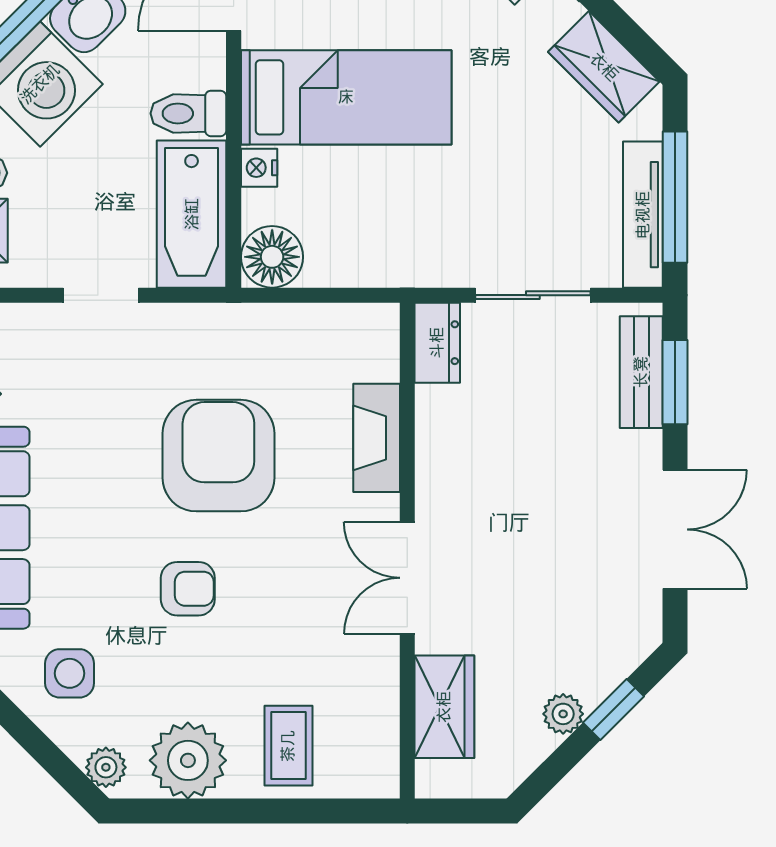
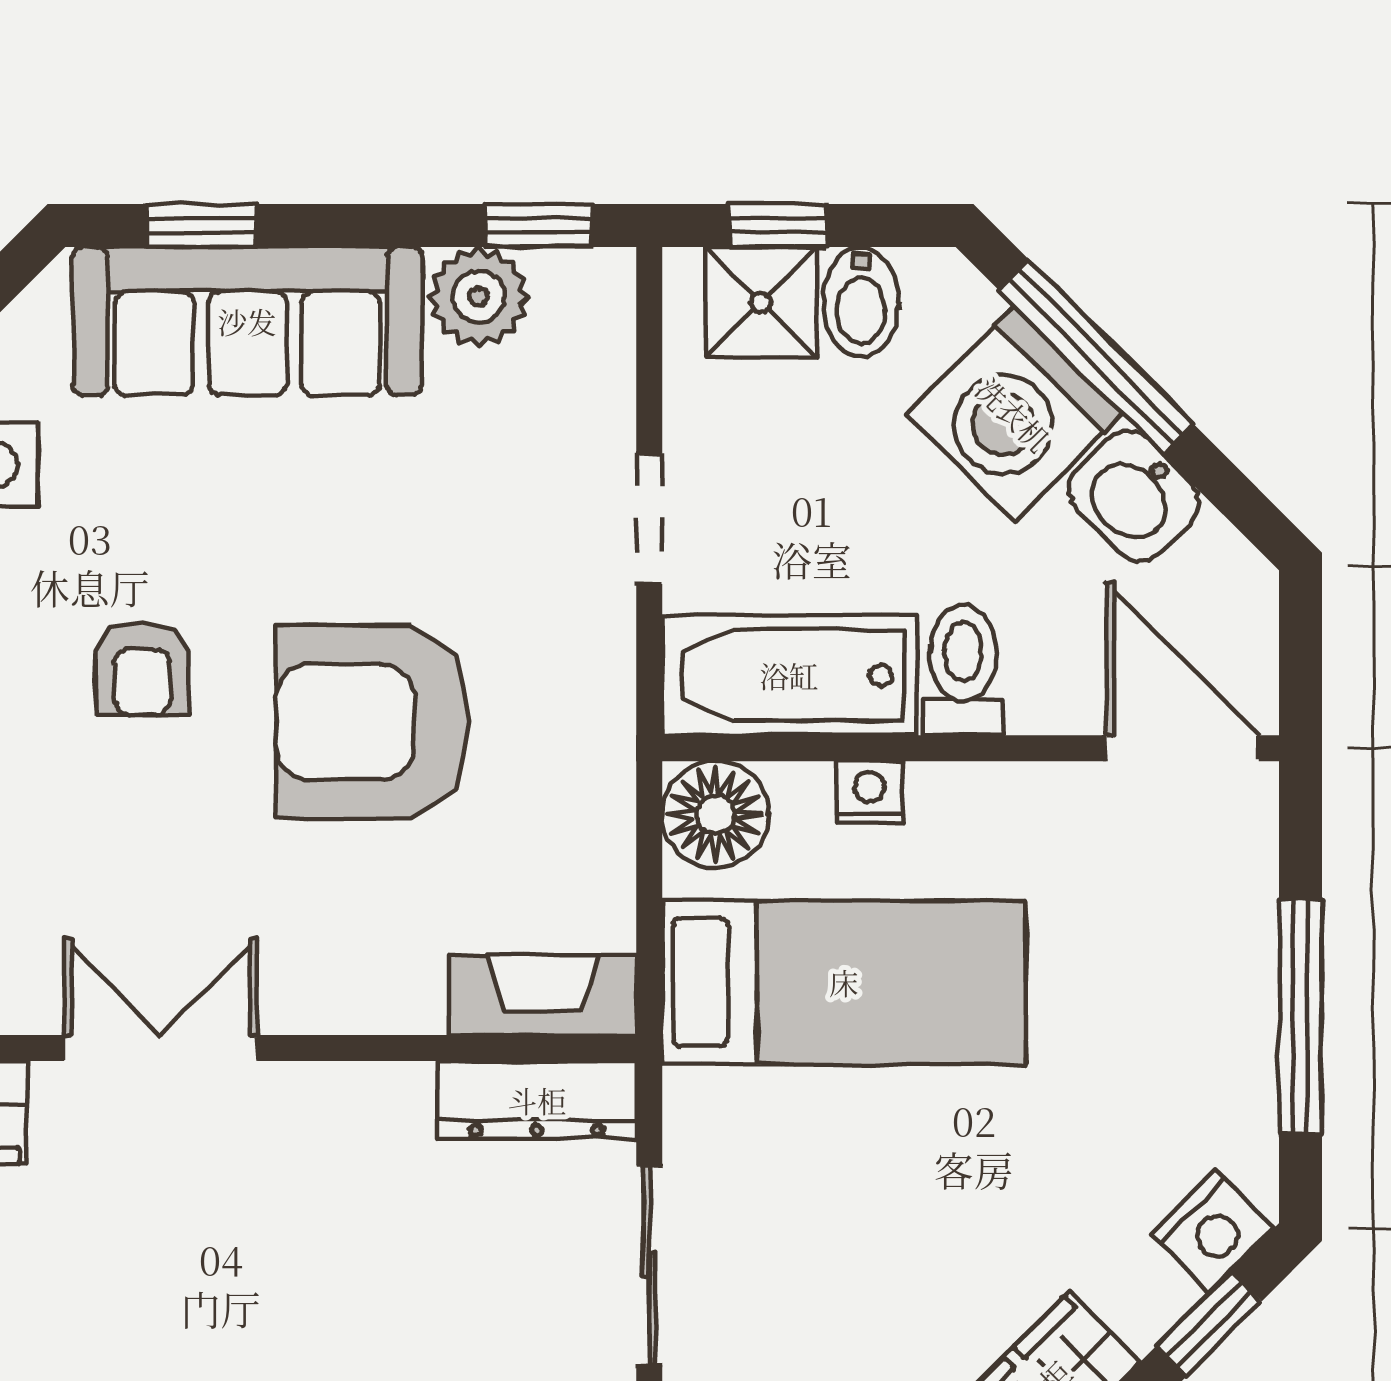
bed: (346, 97) -> (844, 982), moved, turned -90
dresser: (437, 343) -> (537, 1100), width x1.44
fireplace: (377, 438) -> (543, 995), moved
armchair: (218, 456) -> (372, 722), turned 180

